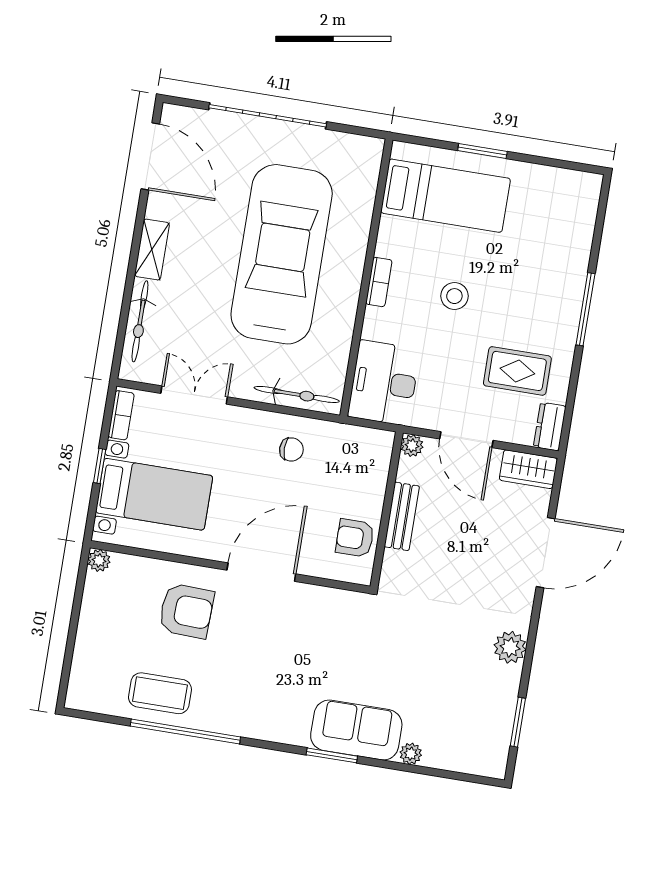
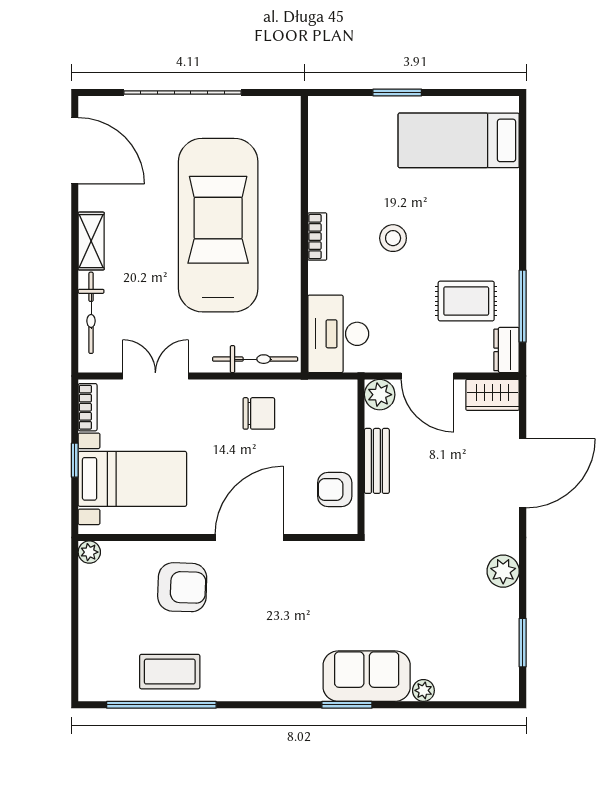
bed: (446, 196) -> (459, 140), moved, turned 180
window: (585, 309) -> (523, 306), moved
plant: (412, 446) -> (380, 395), width x1.38, depth x1.38
chair: (291, 449) -> (259, 413), width x1.37, depth x1.37
window: (185, 731) -> (161, 705), moved

